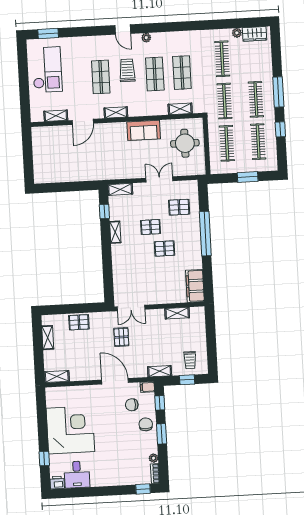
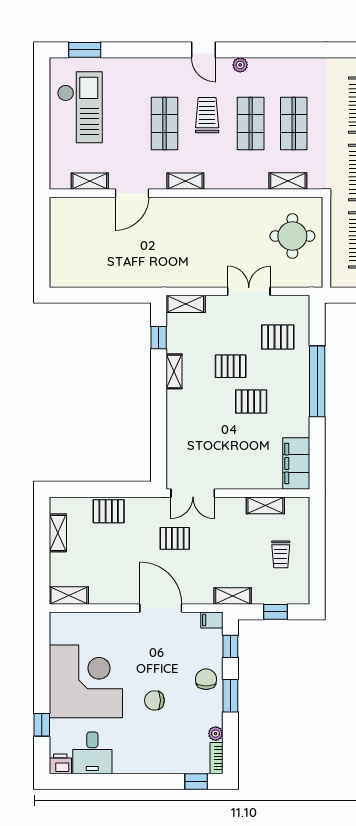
sofa: (144, 130) -> (228, 212), removed
pallet: (121, 337) -> (175, 538), turned 90
trolley: (190, 360) -> (281, 554), moved
chair: (132, 405) -> (154, 700), moved

